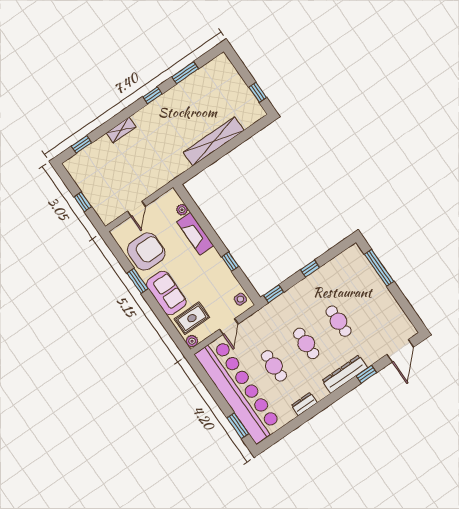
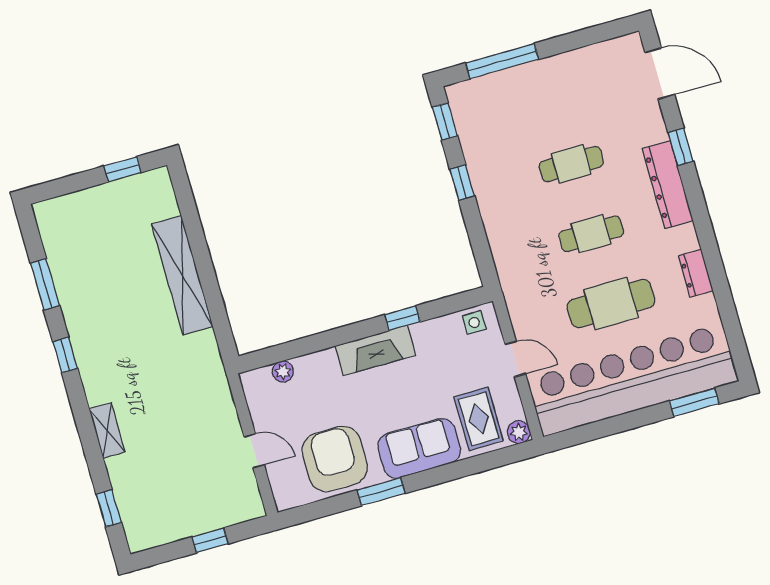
fireplace: (195, 234) -> (375, 350), moved
window: (274, 294) -> (445, 121), moved
cafe table: (274, 366) -> (611, 304), width x1.37, depth x1.35

